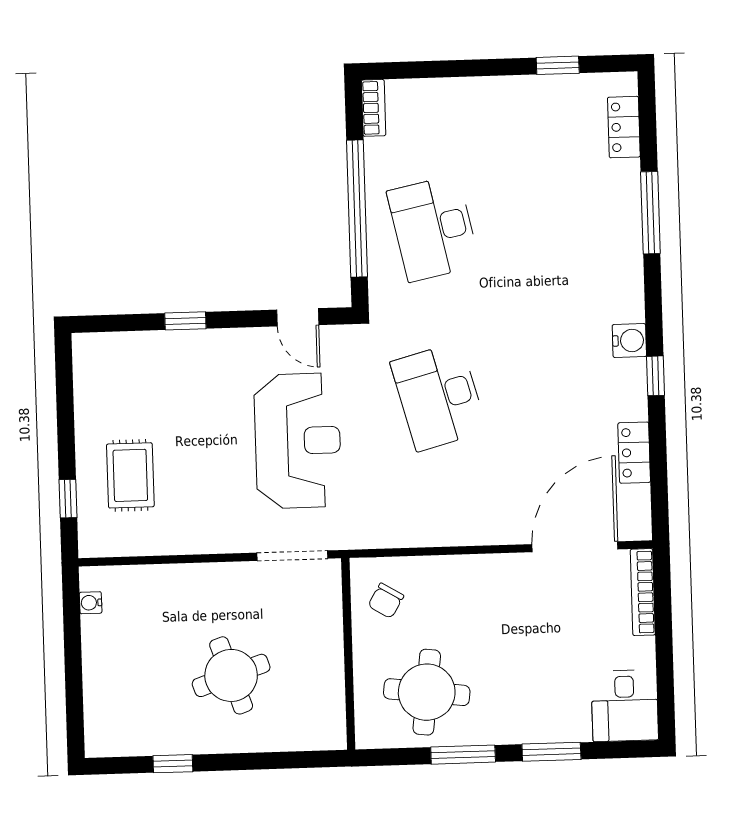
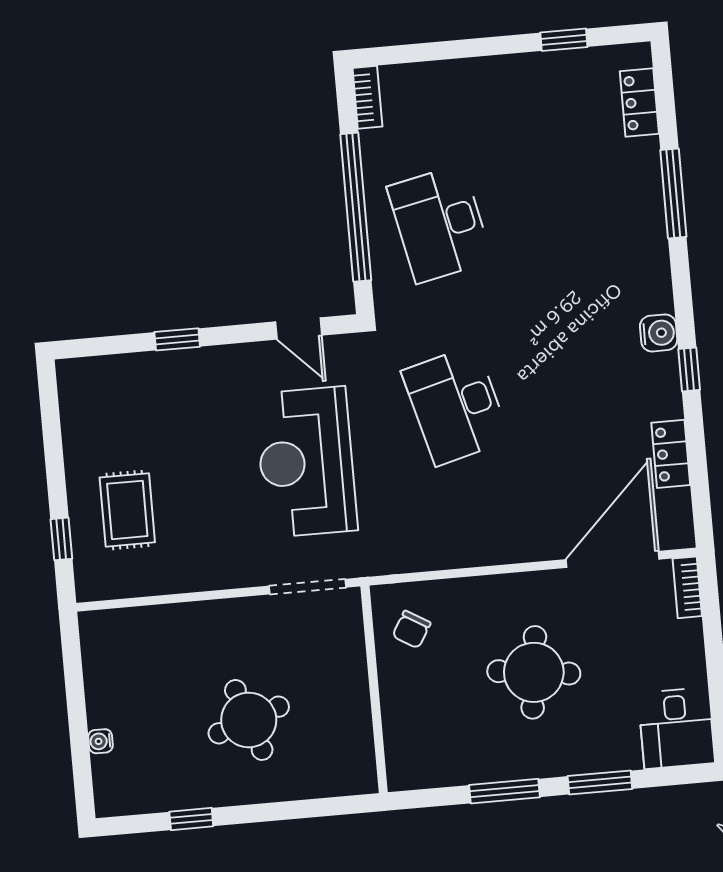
reception desk: (298, 441) -> (306, 462), turned 180
bookcase: (643, 592) -> (687, 587), width x0.64
water cooler: (91, 603) -> (100, 741), moved
round table: (427, 692) -> (534, 672), moved

